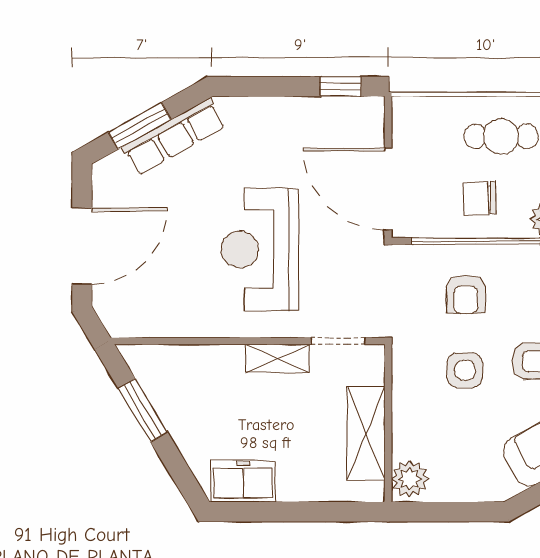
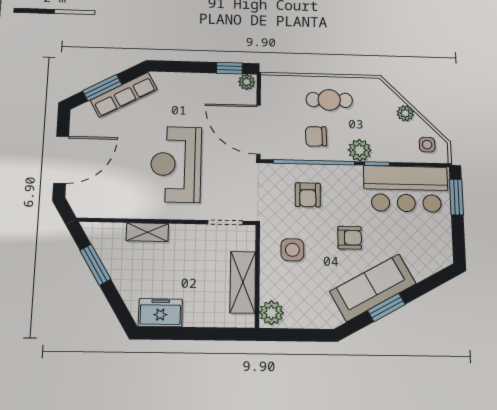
plant: (368, 109) -> (247, 82), added
shelving: (277, 358) -> (147, 232), moved
side table: (465, 370) -> (292, 250), moved

